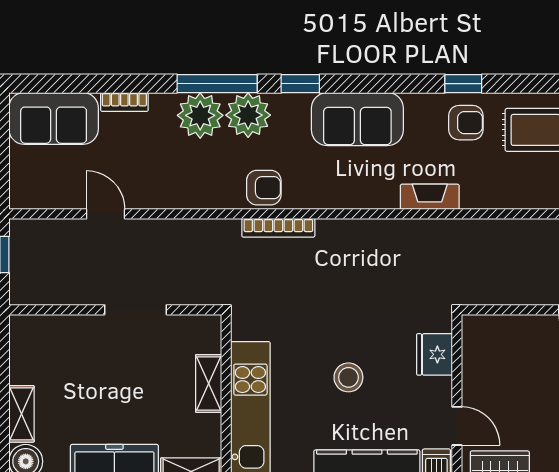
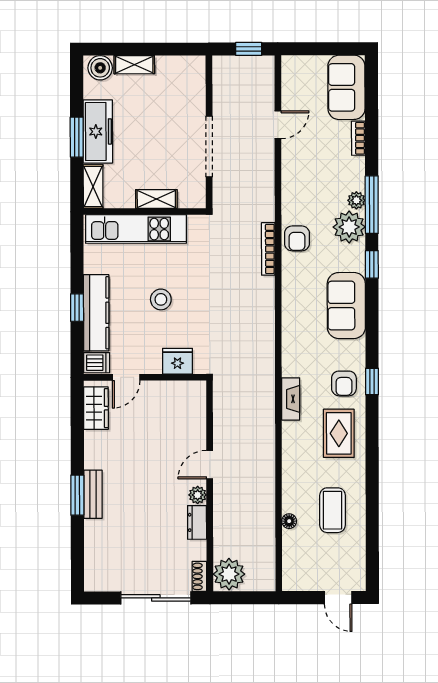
plant: (200, 115) -> (356, 200), width x0.53, depth x0.53
fireplace: (430, 197) -> (291, 399), moved
doorway: (136, 310) -> (209, 146), width x1.36

